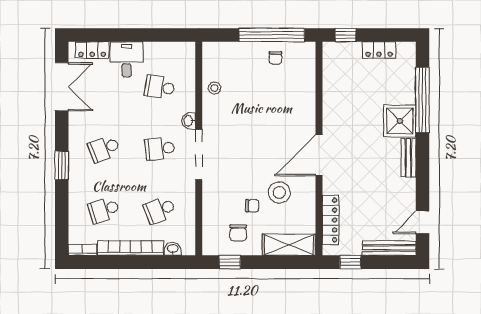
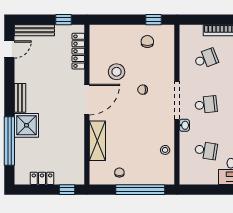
window: (272, 35) -> (140, 190), moved
chair: (252, 206) -> (143, 90), moved
shelving: (289, 245) -> (97, 141), moved, turned 90
washbasin: (173, 249) -> (196, 30), removed

